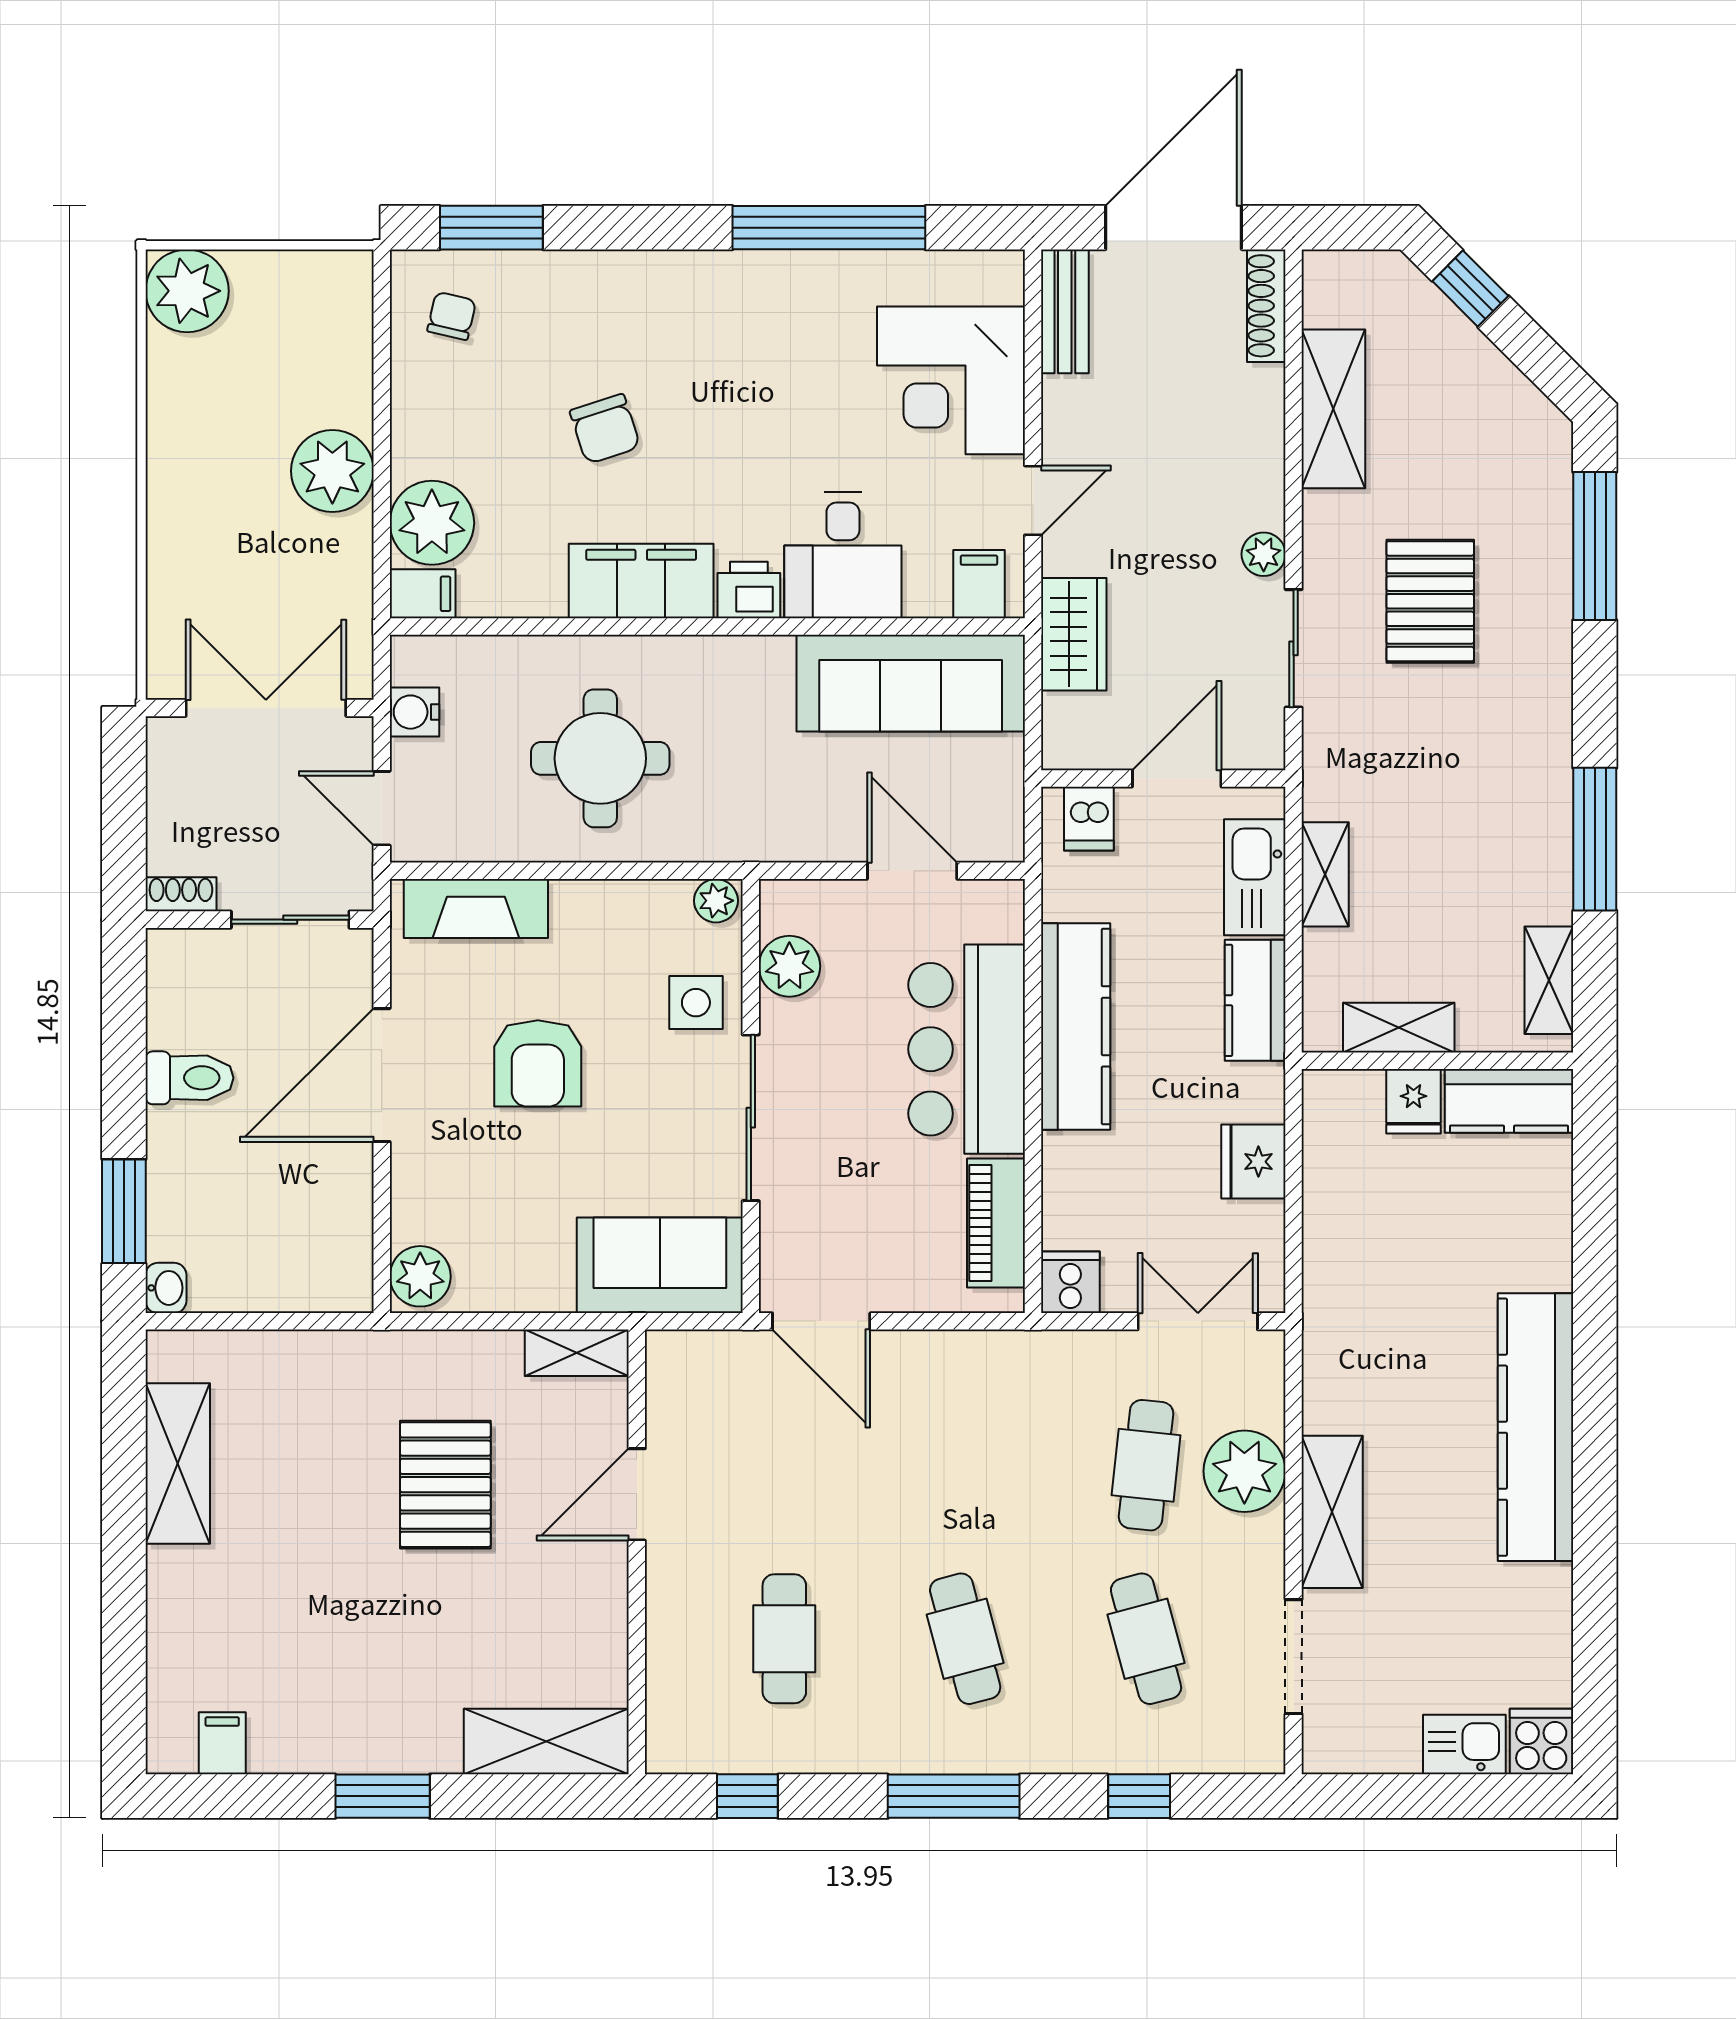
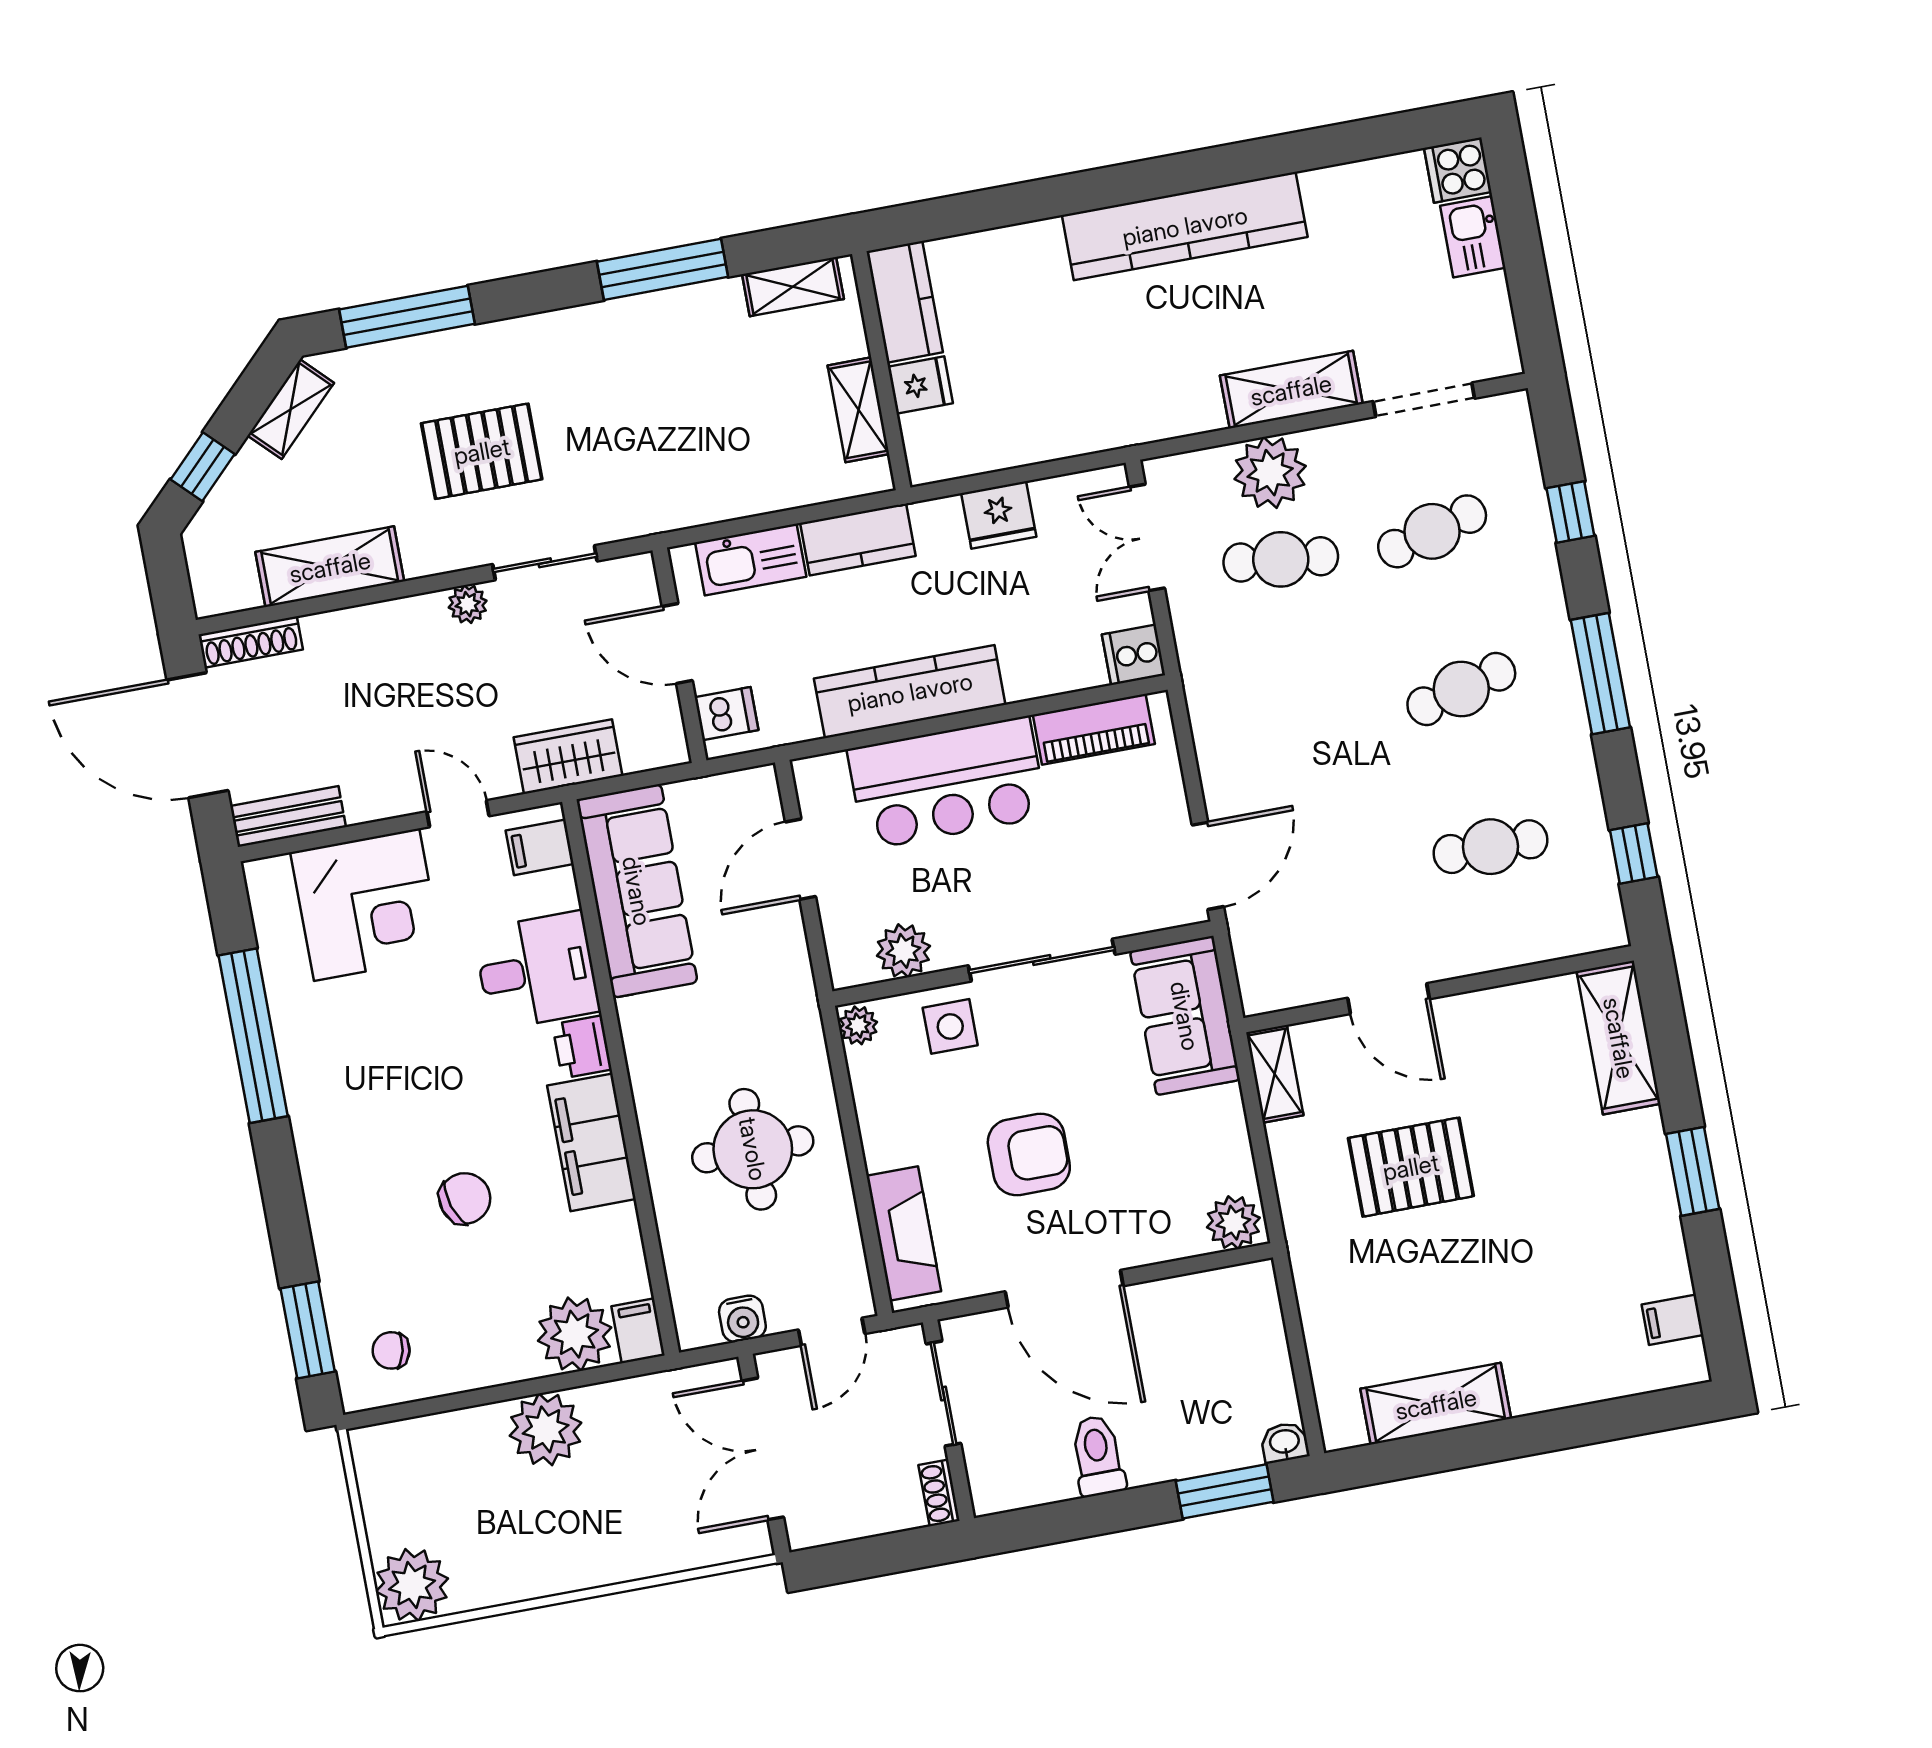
shelving: (1325, 874) -> (291, 409), moved, turned -45

